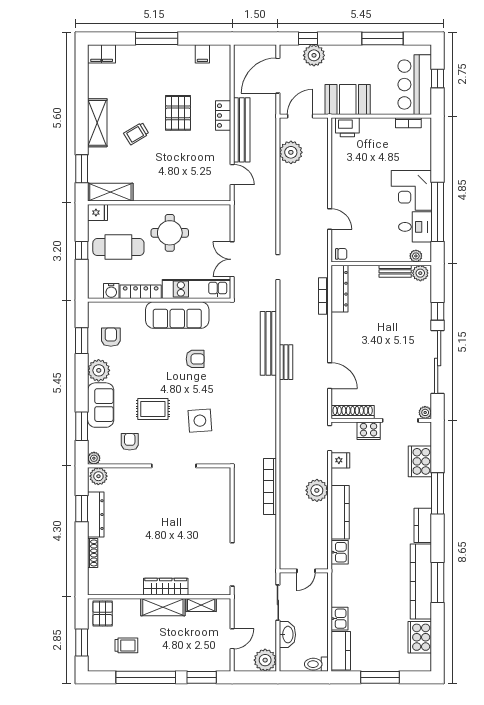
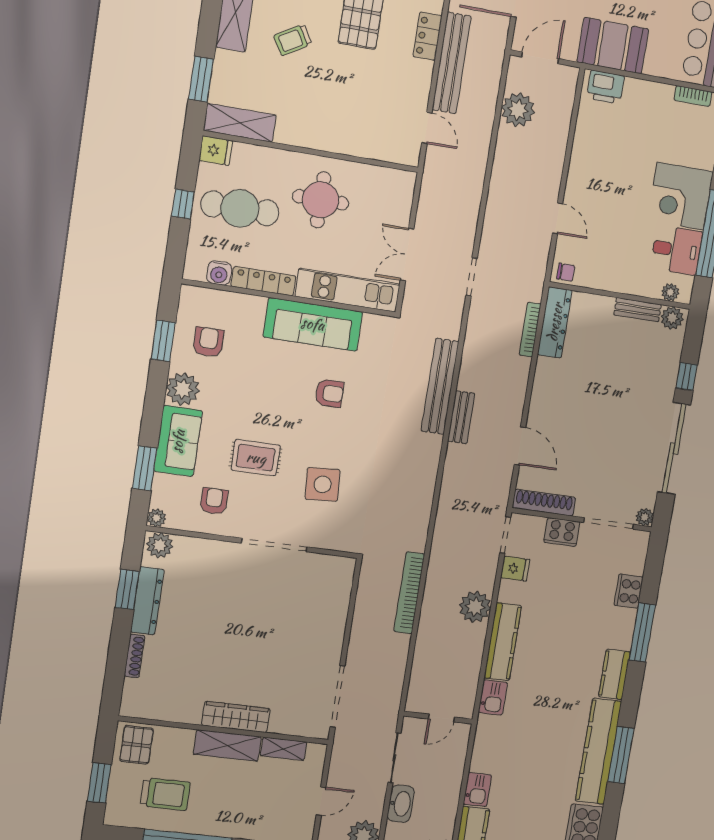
cooker: (420, 461) -> (629, 591), width x0.73, depth x0.76
trolley: (126, 645) -> (165, 794), width x1.36, depth x1.39

